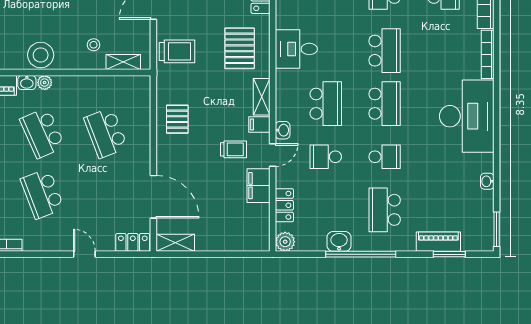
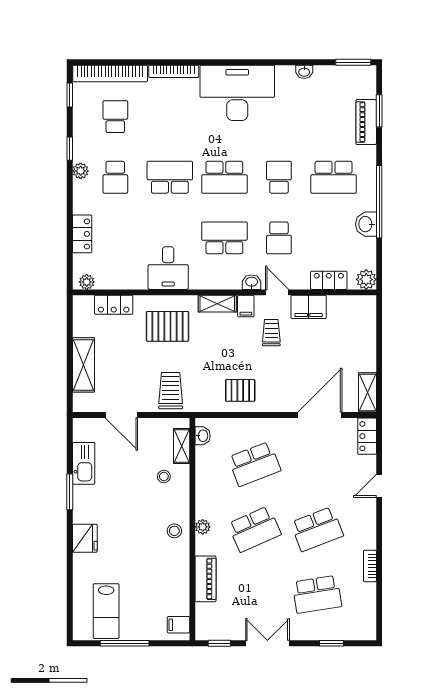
stool: (41, 55) -> (174, 531), width x0.53, depth x0.53
washbasin: (27, 82) -> (203, 436), moved
school desk: (385, 104) -> (224, 177), turned 180

